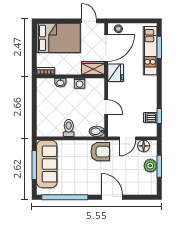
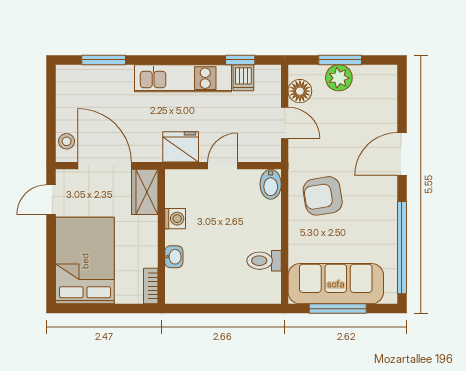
kitchen unit: (150, 51) -> (183, 78), moved
fridge: (116, 73) -> (181, 147), moved
toilet: (69, 128) -> (264, 261), moved
armchair: (100, 152) -> (323, 196), moved, turned -99

